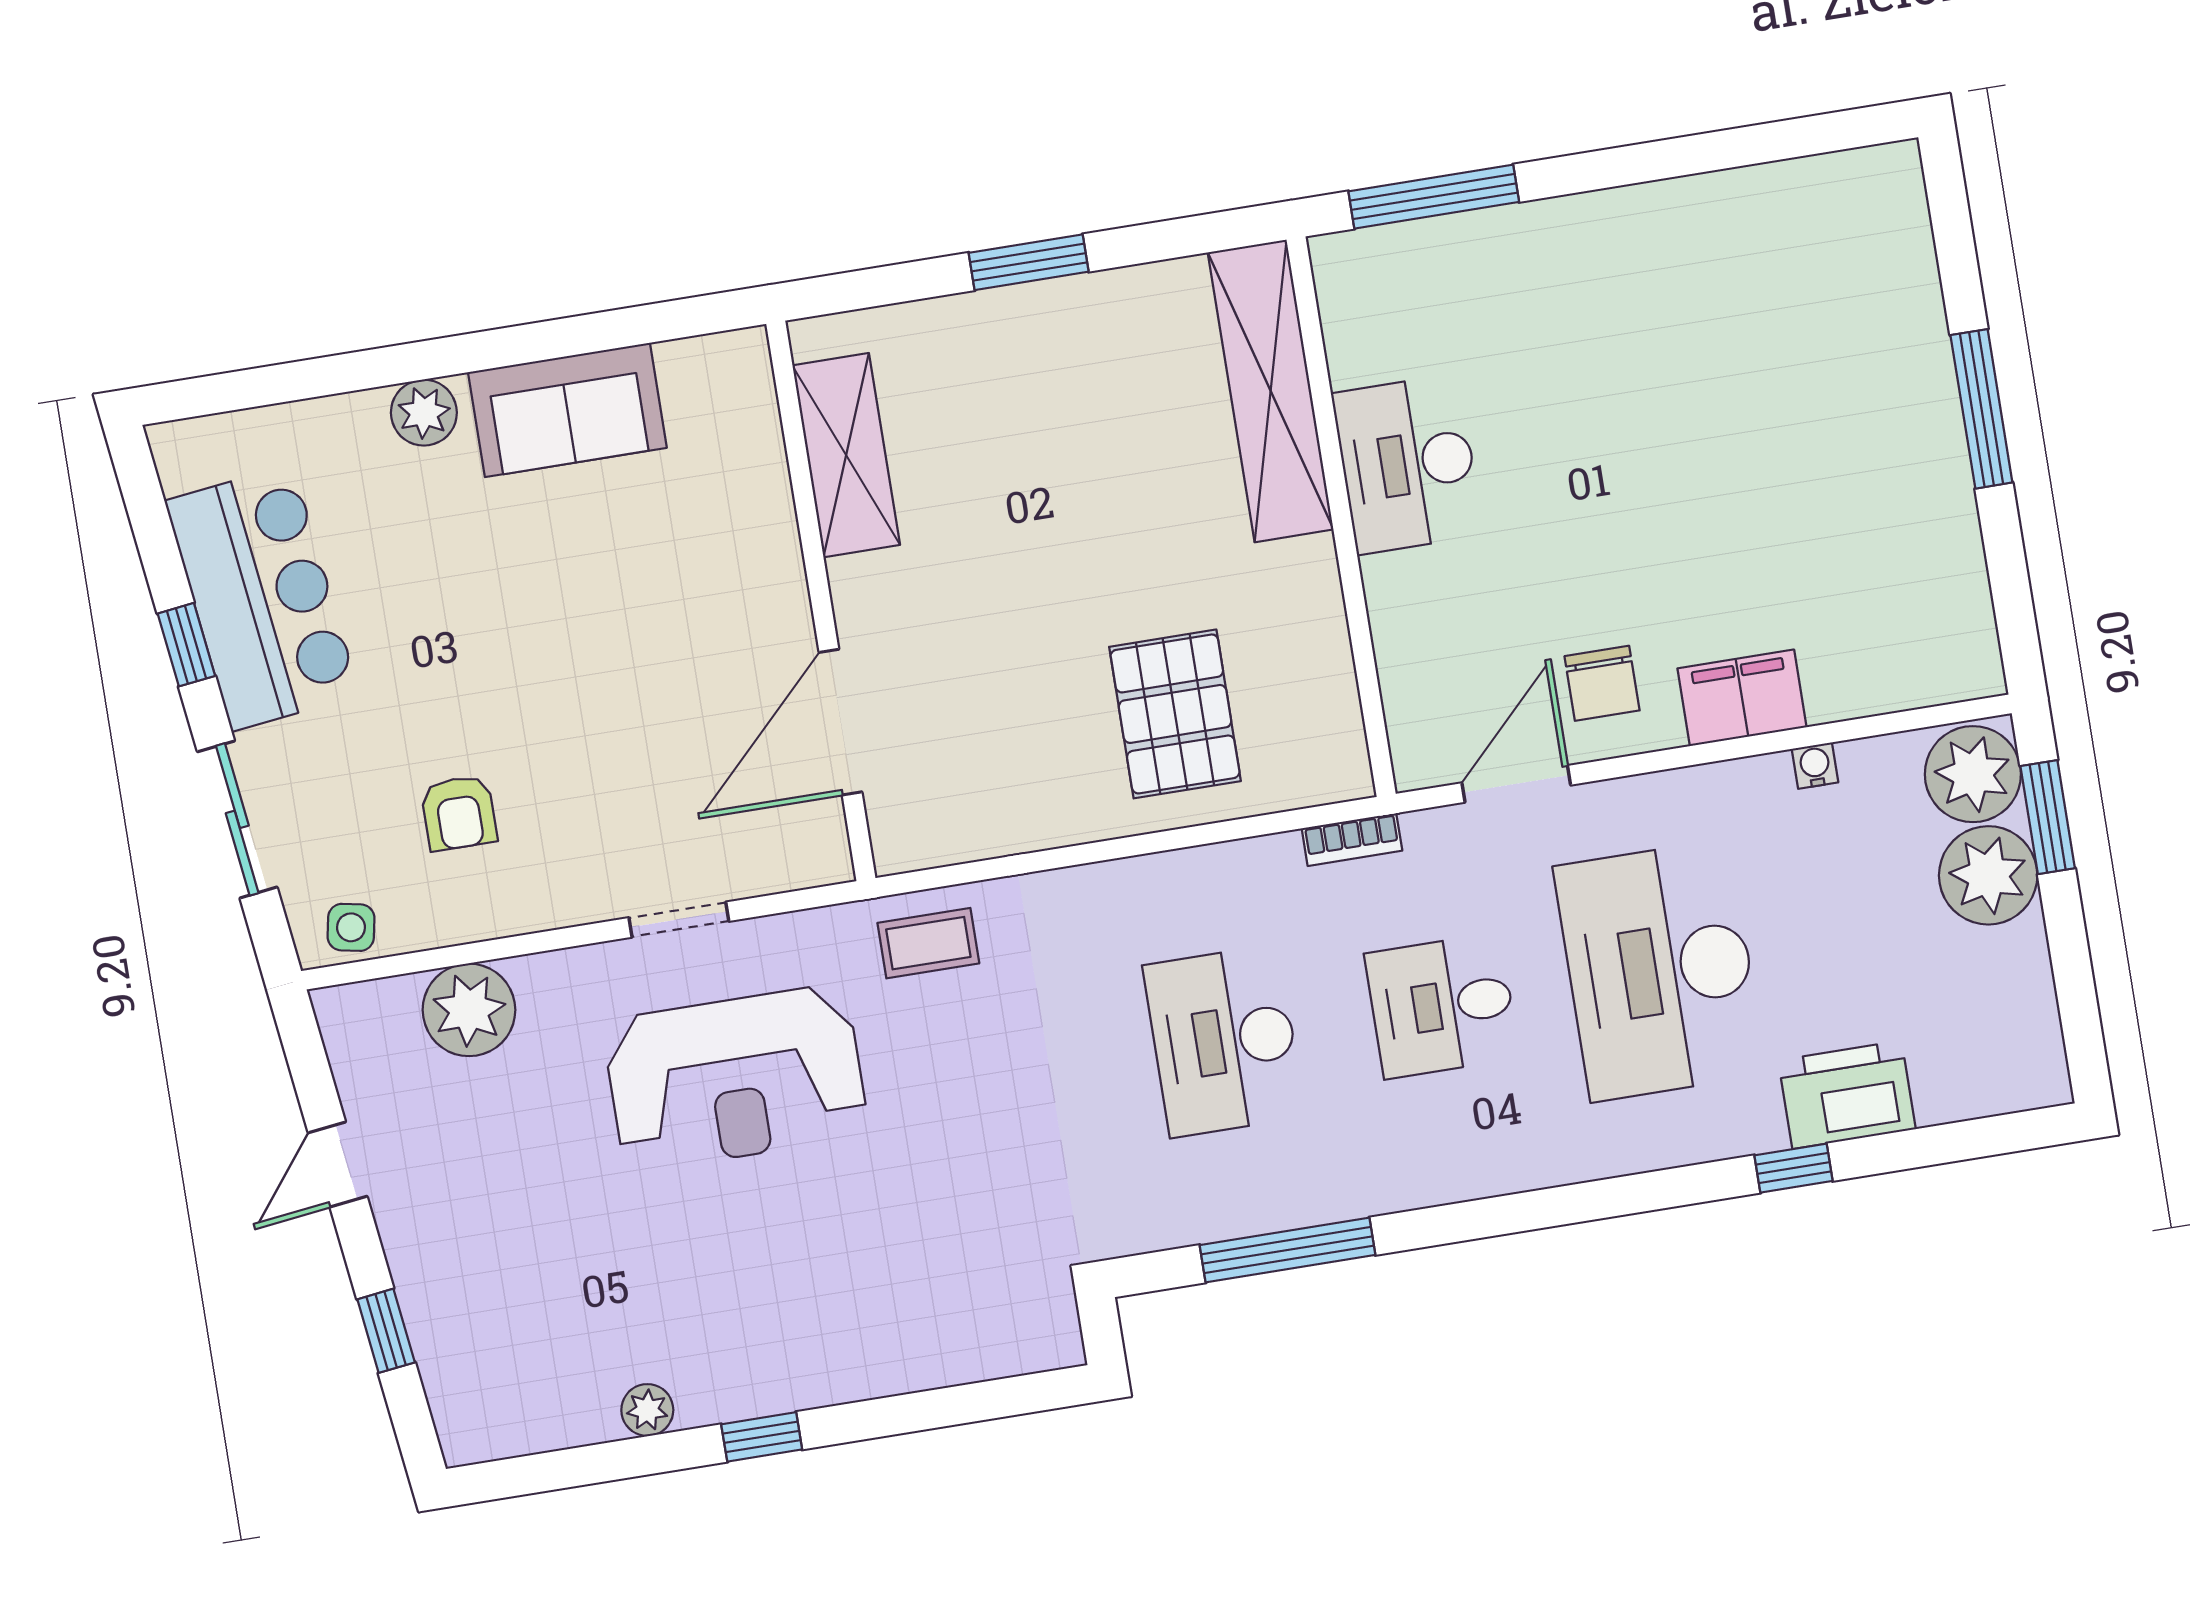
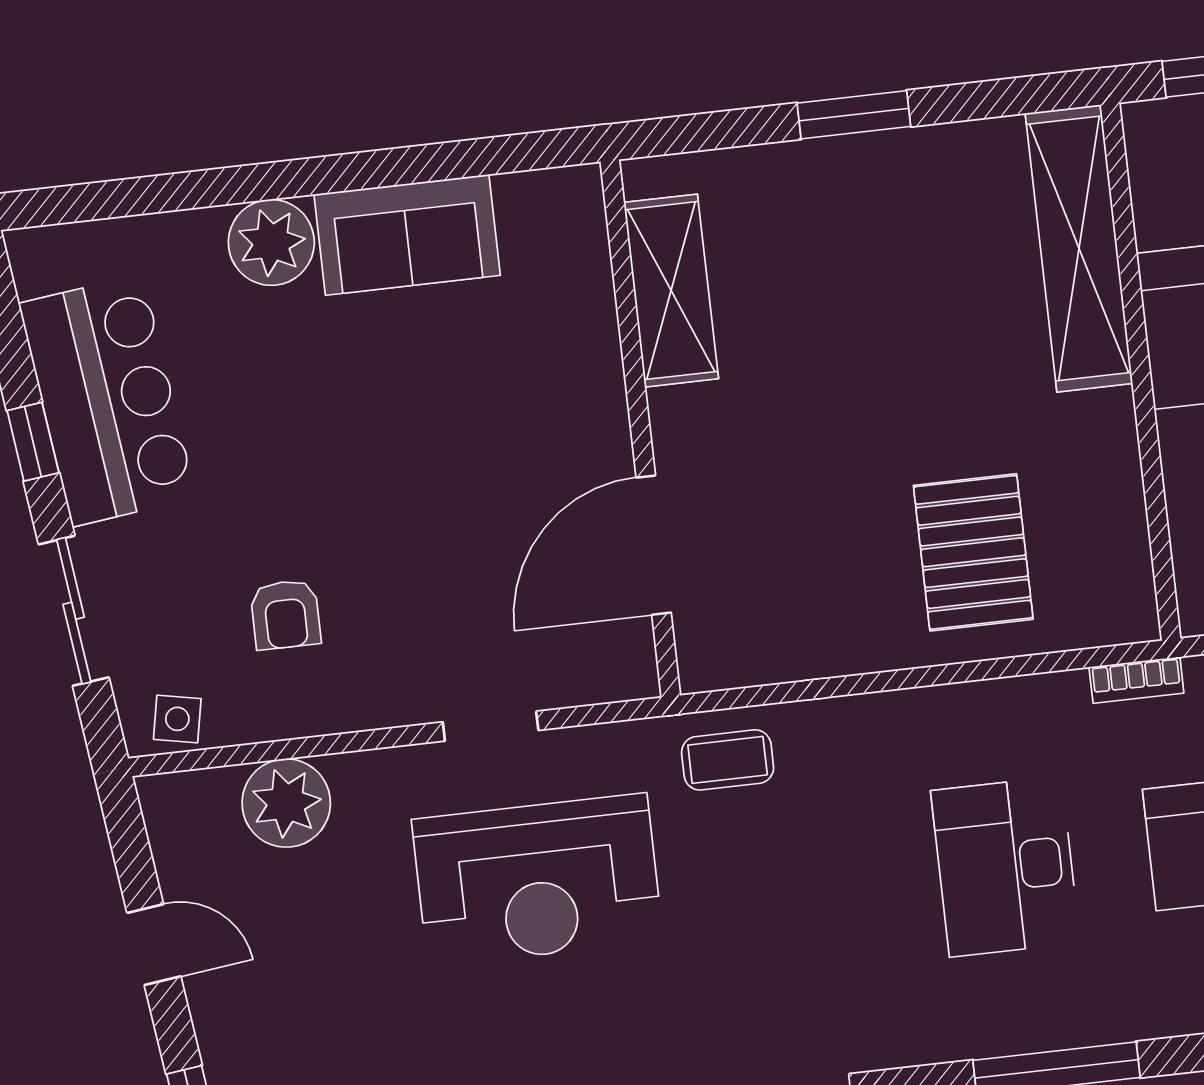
plant: (424, 413) -> (271, 242), width x1.36, depth x1.36
door: (338, 1164) -> (154, 945), swing flipped

